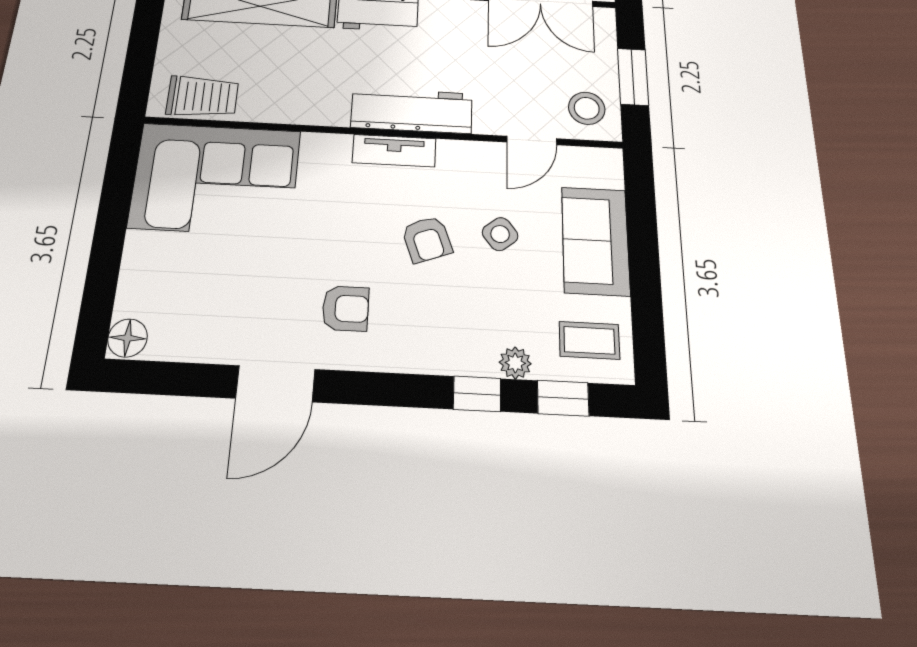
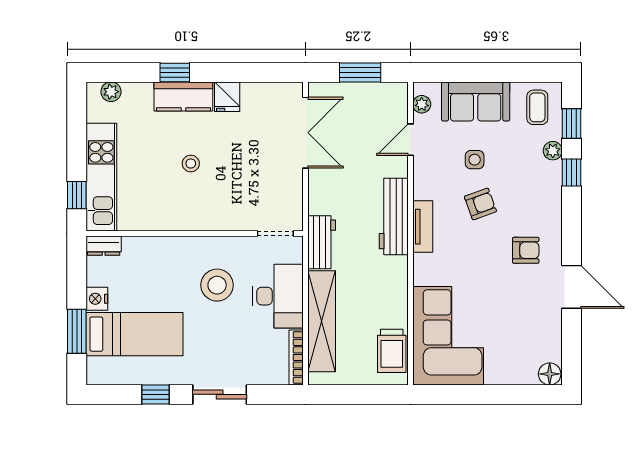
trolley: (202, 97) -> (392, 351), turned 180
stool: (587, 108) -> (385, 104), removed
door: (532, 140) -> (410, 140), swing flipped
plant: (588, 160) -> (422, 104), added
side table: (500, 234) -> (475, 160), turned 38
armchair: (345, 308) -> (526, 250), turned 90

